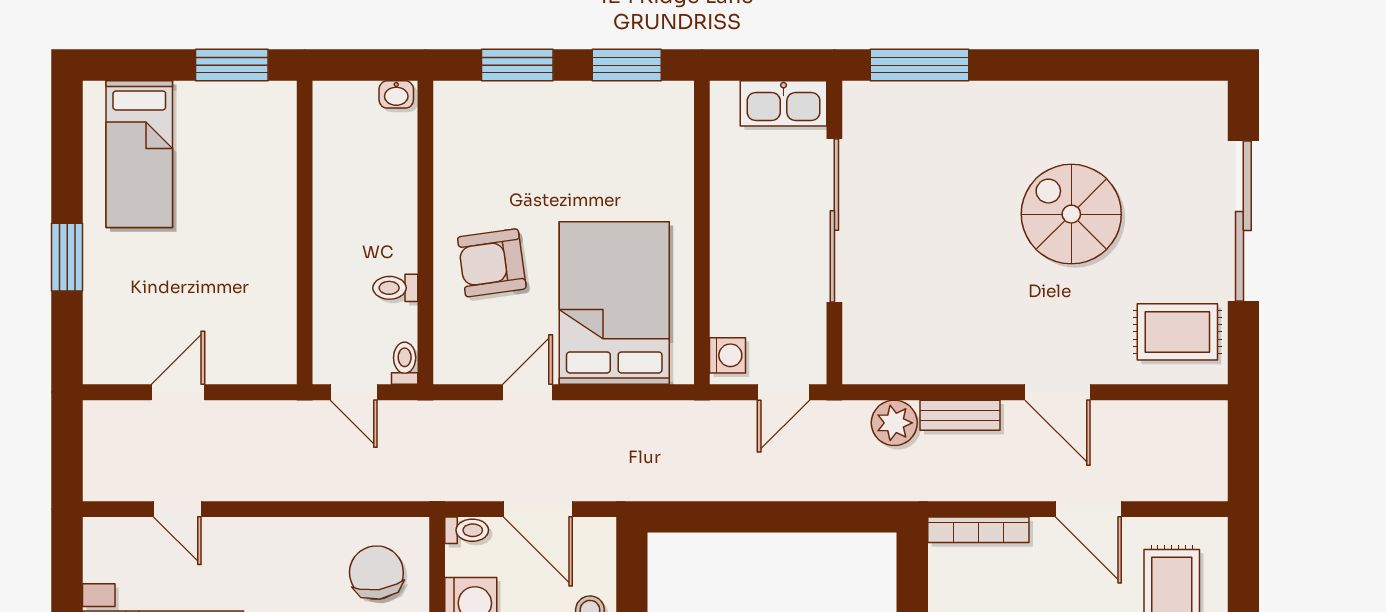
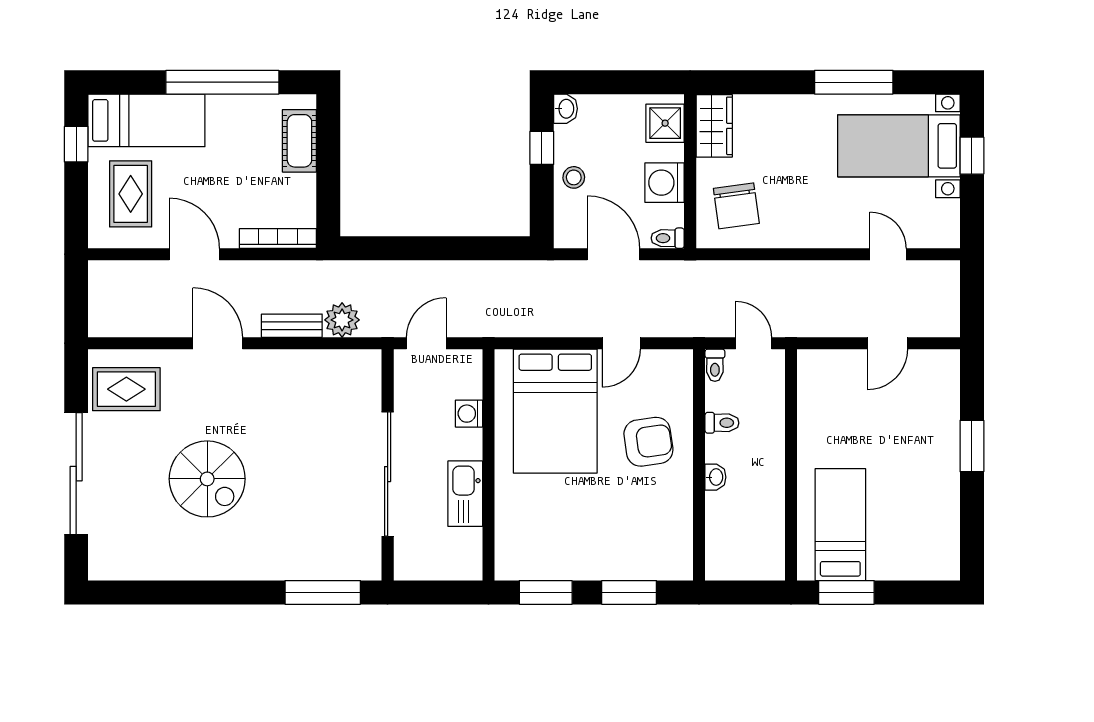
washbasin: (396, 94) -> (715, 477), moved, turned 90
kitchen sink: (784, 103) -> (465, 494), moved, turned -90
bed: (139, 154) -> (840, 525), moved
washing machine: (728, 355) -> (469, 414), moved

